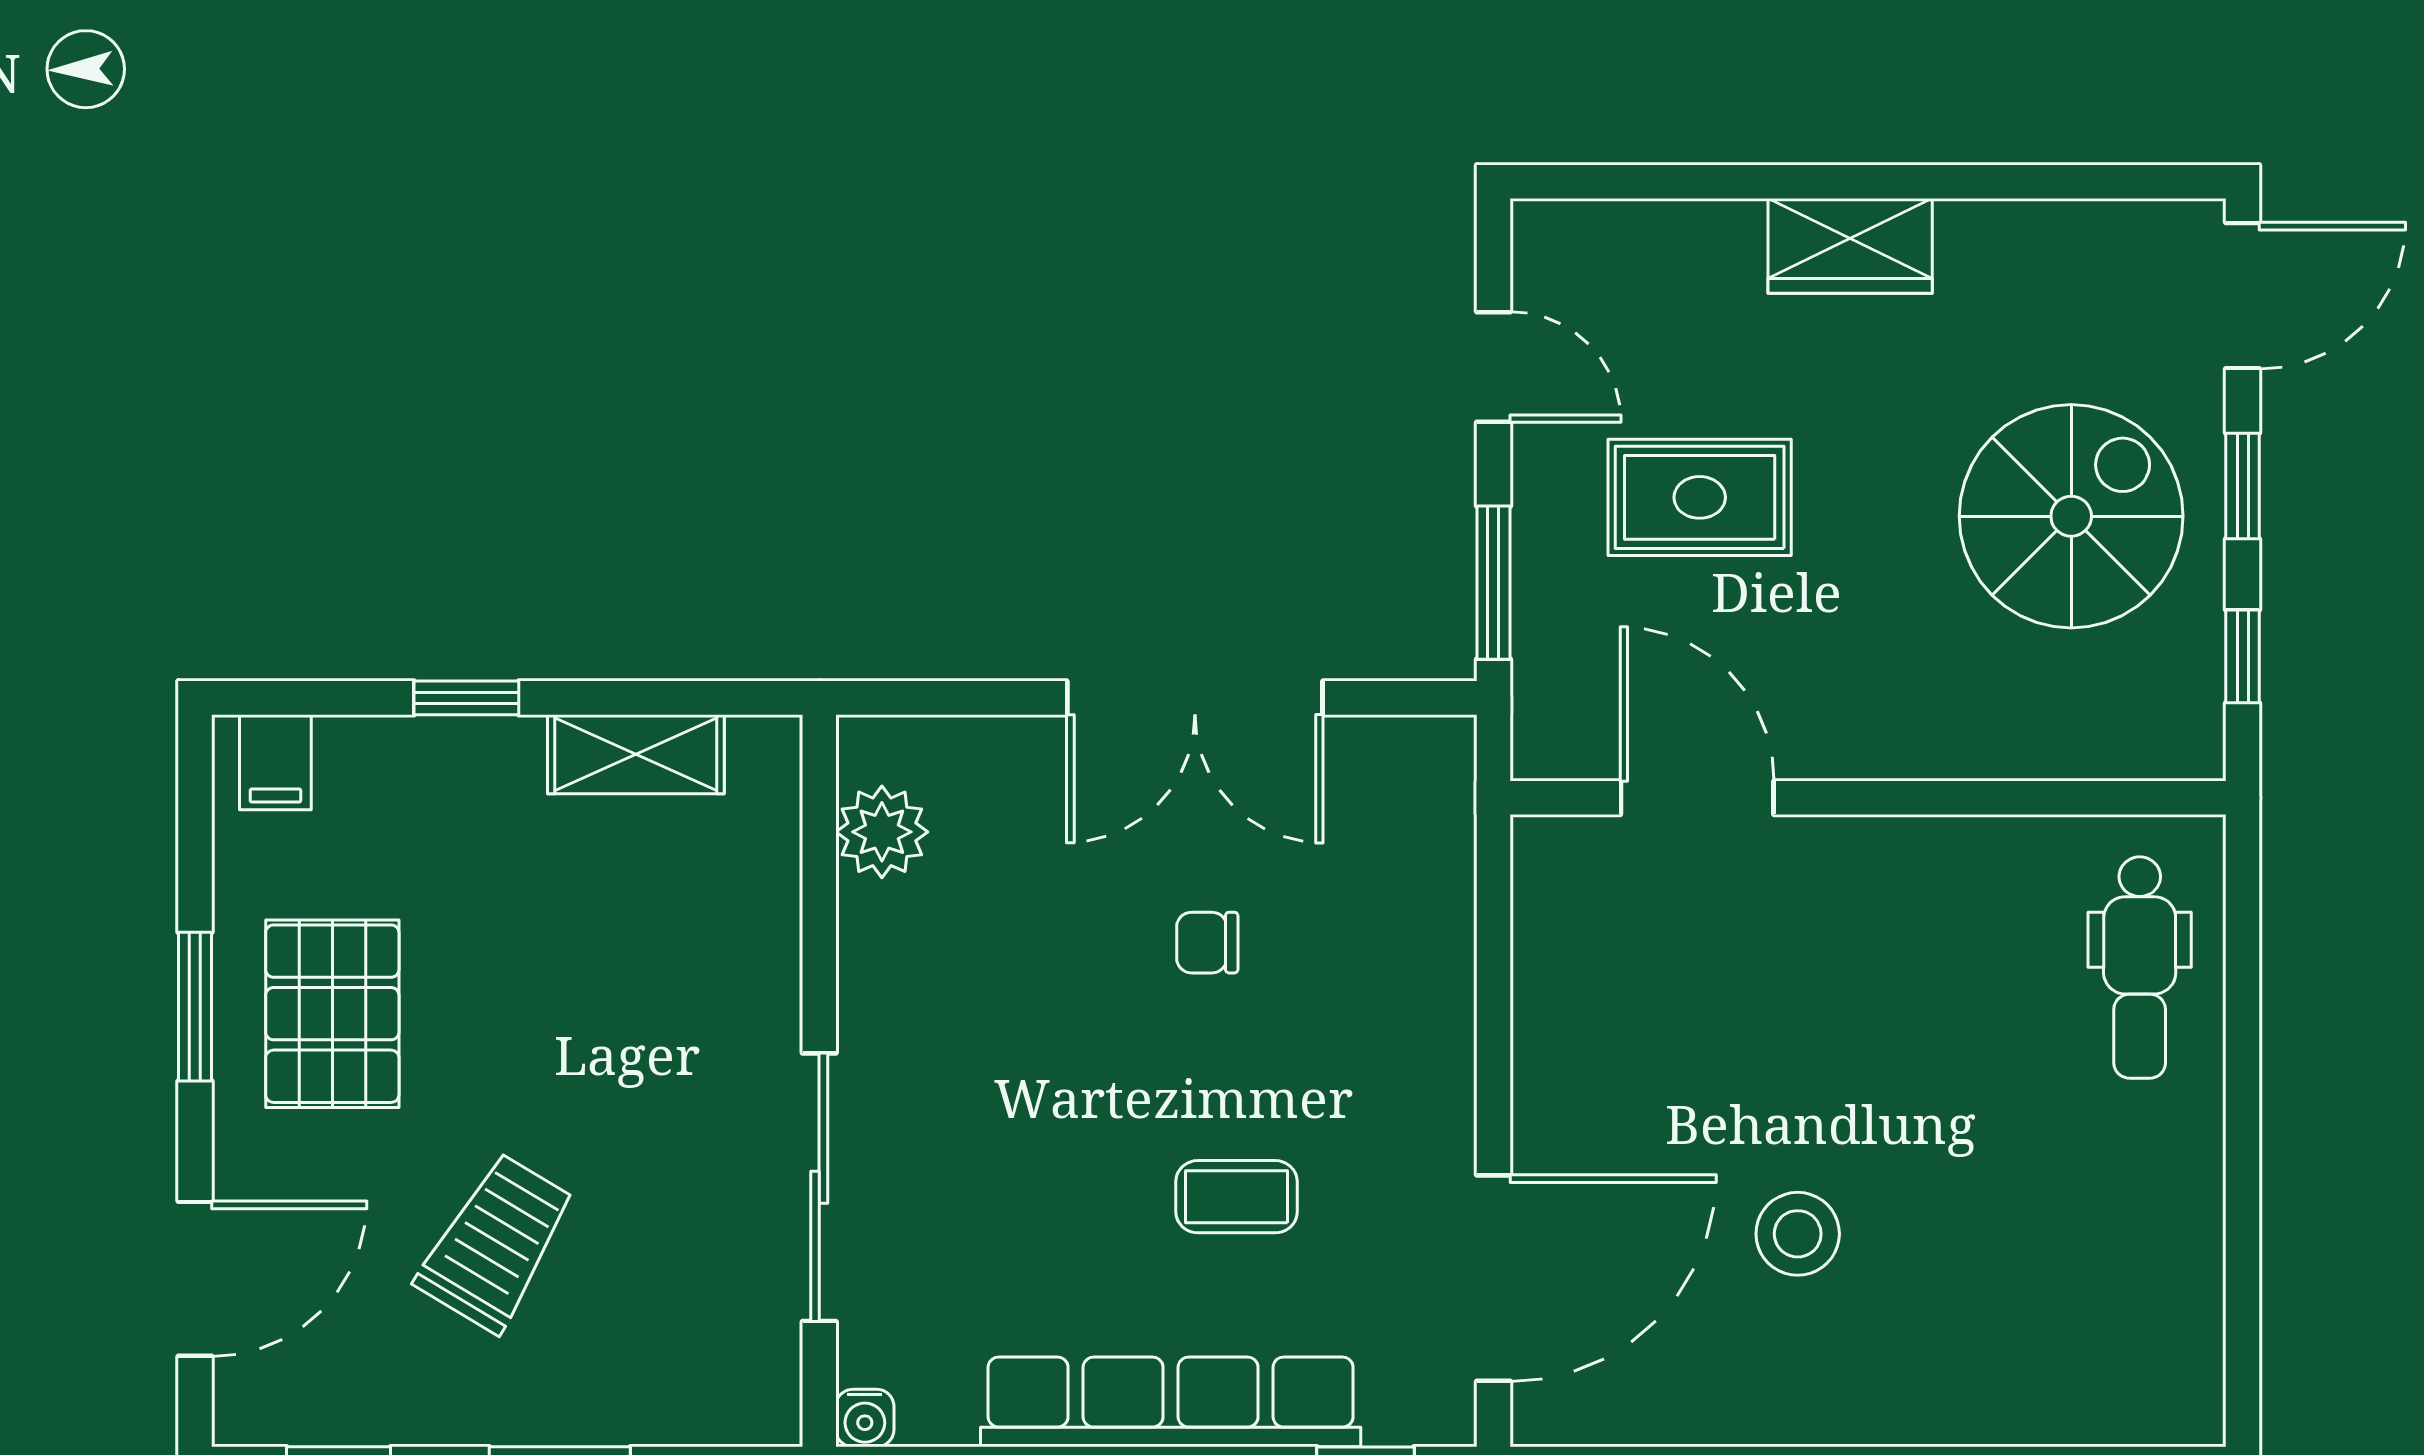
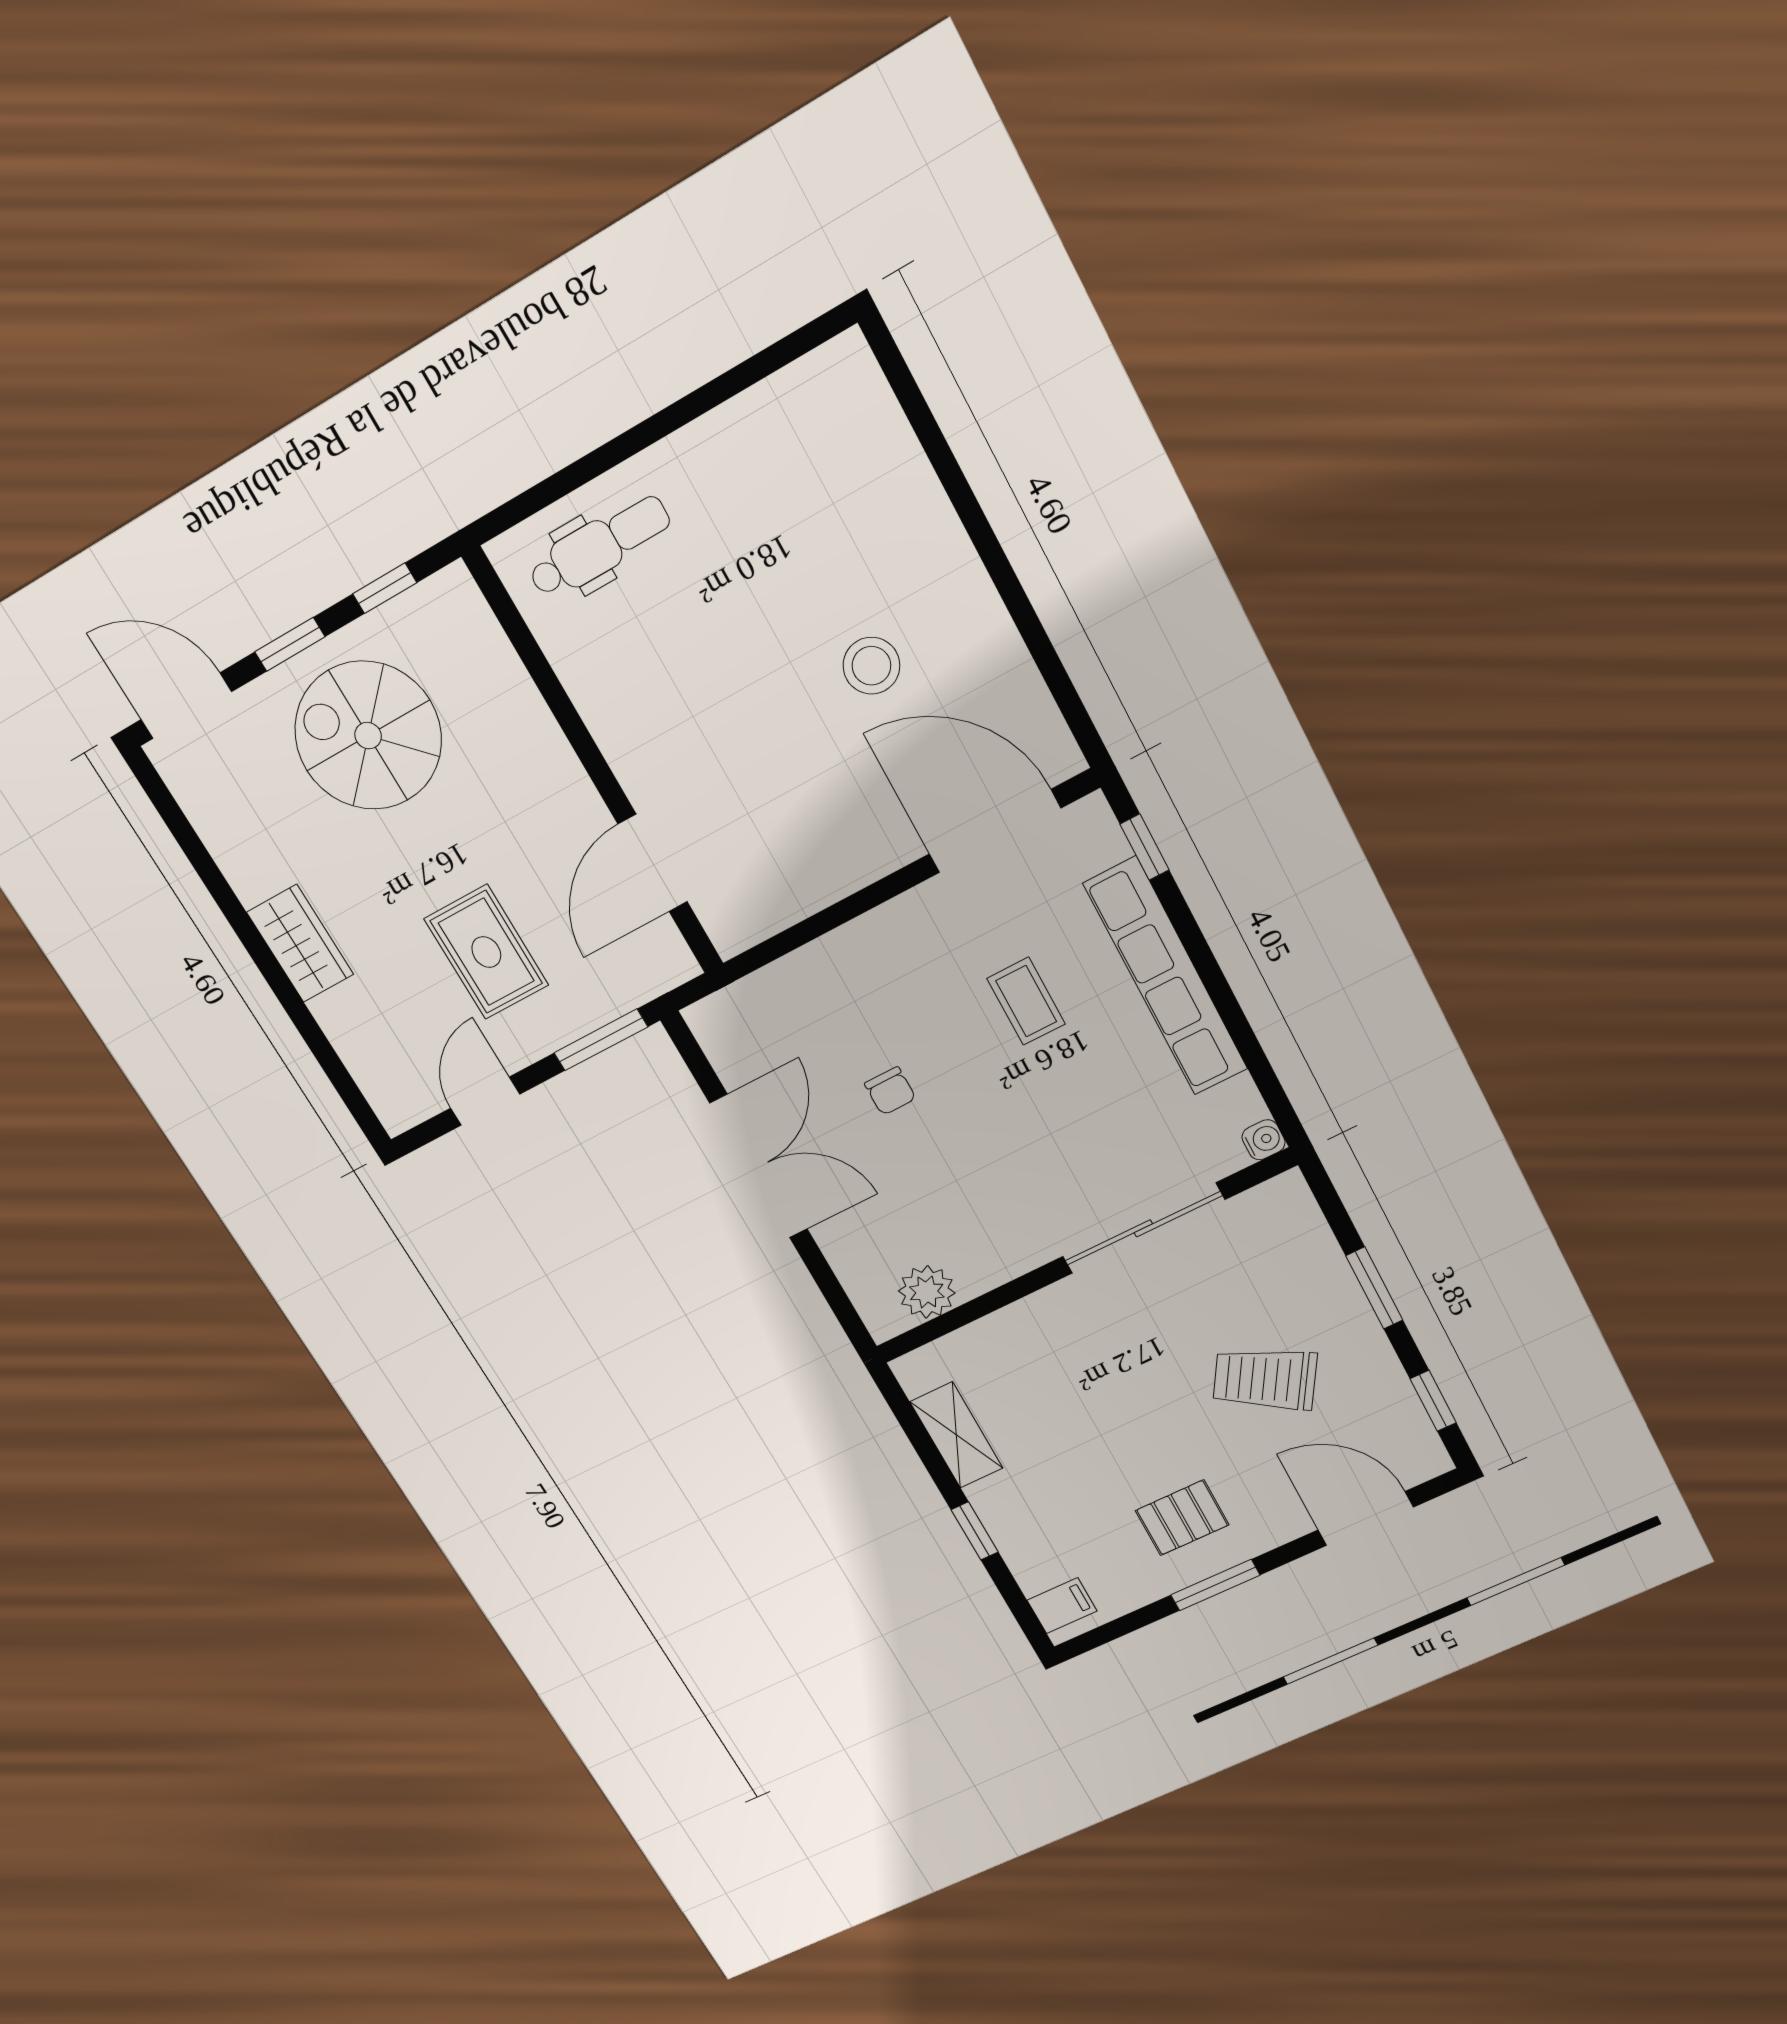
pallet: (332, 1014) -> (1182, 1518), width x0.67, depth x0.71

